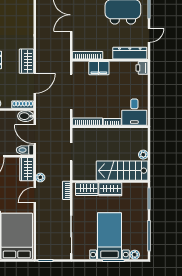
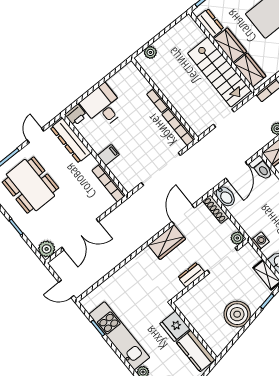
door: (149, 35) -> (35, 136), hinge flipped
filing cabinet: (99, 68) -> (108, 155), width x0.50
door: (35, 83) -> (183, 215), hinge flipped
desk: (134, 112) -> (103, 106), moved, turned -90
plant: (143, 155) -> (150, 52), moved
stairs: (122, 171) -> (219, 72), moved
dresser: (132, 188) -> (210, 23), added

